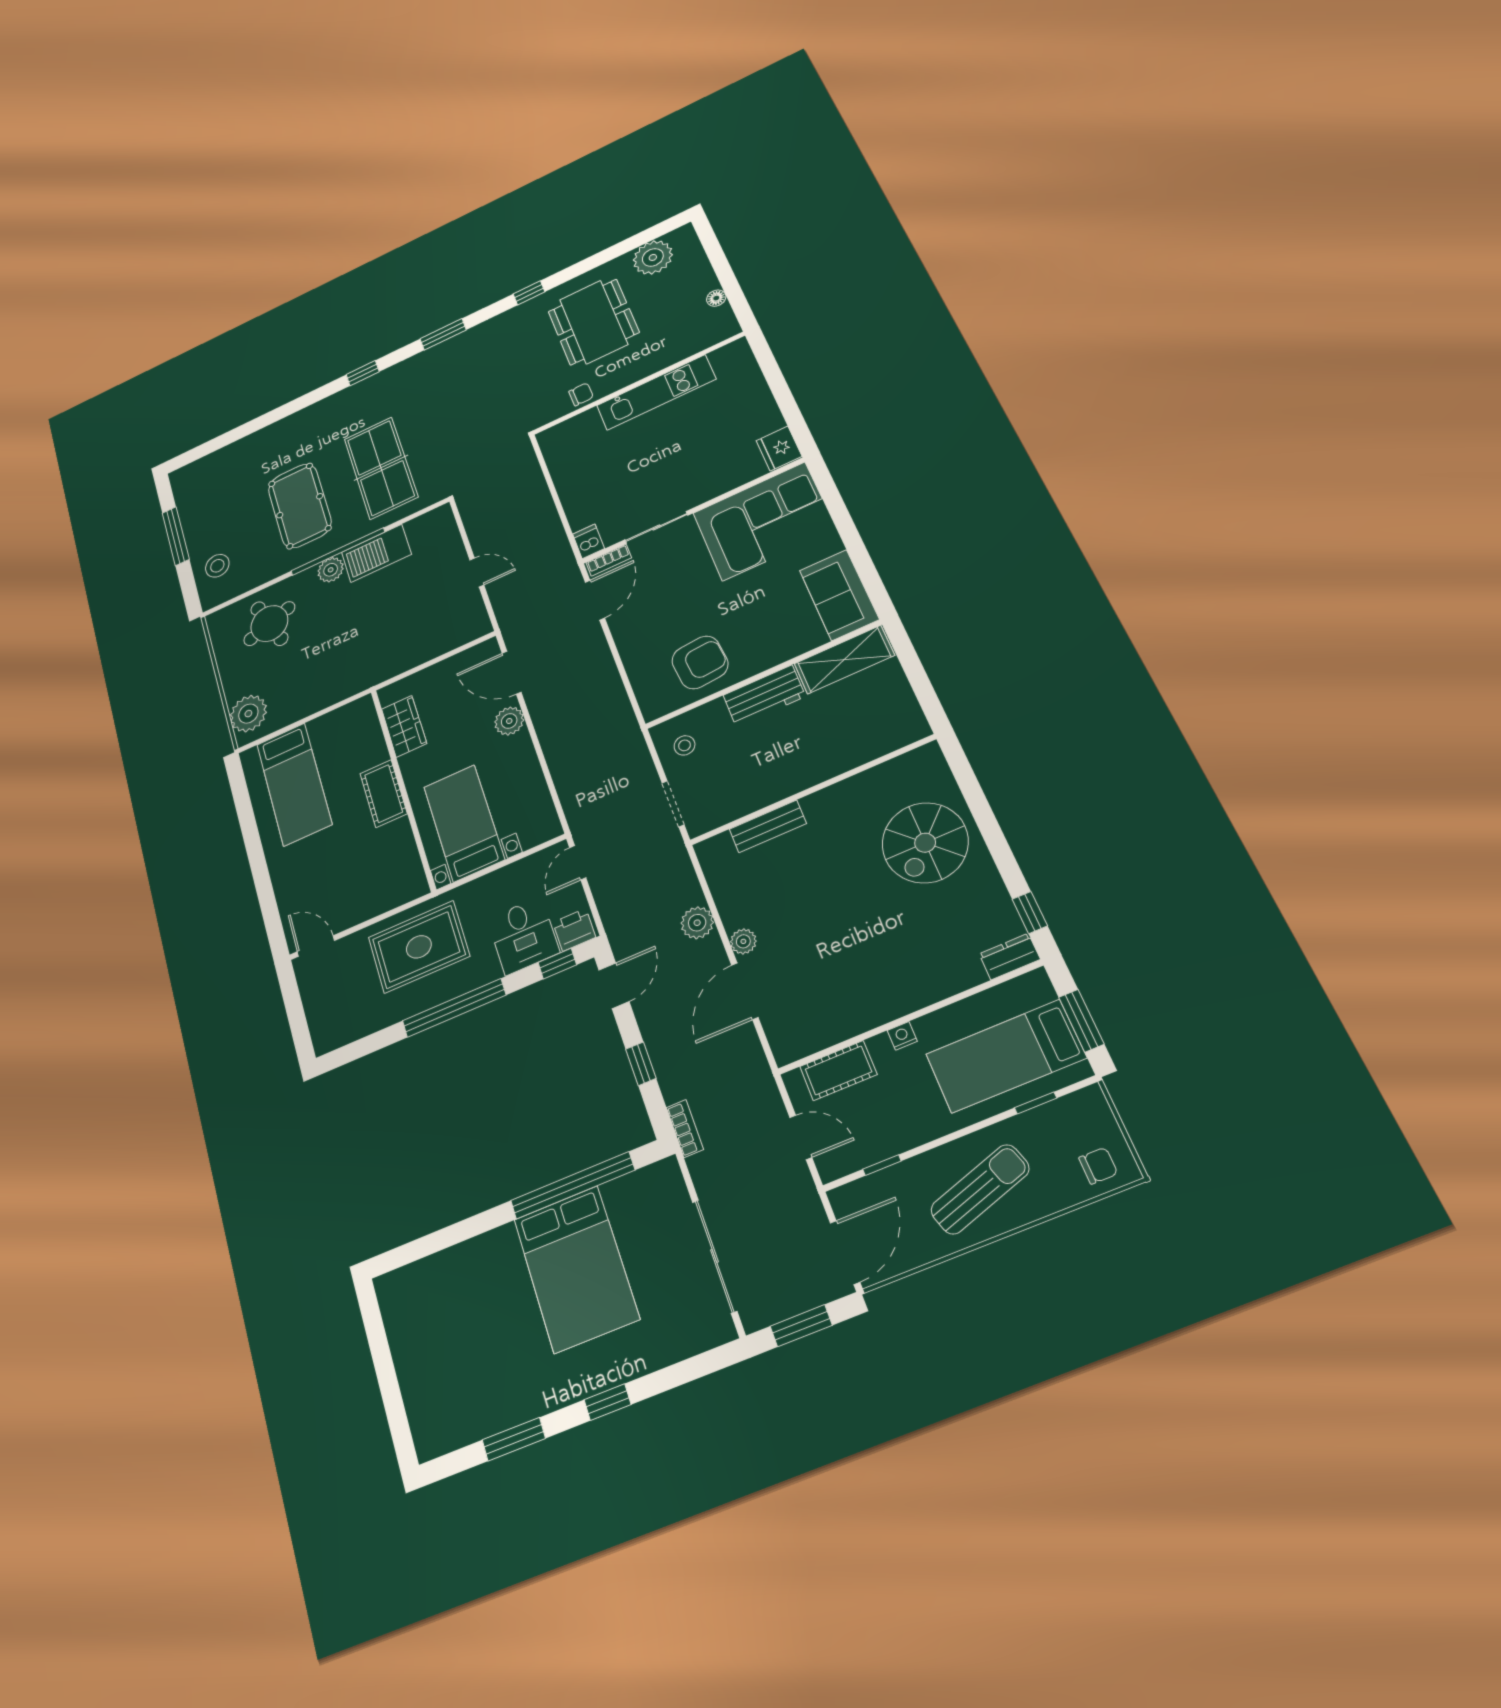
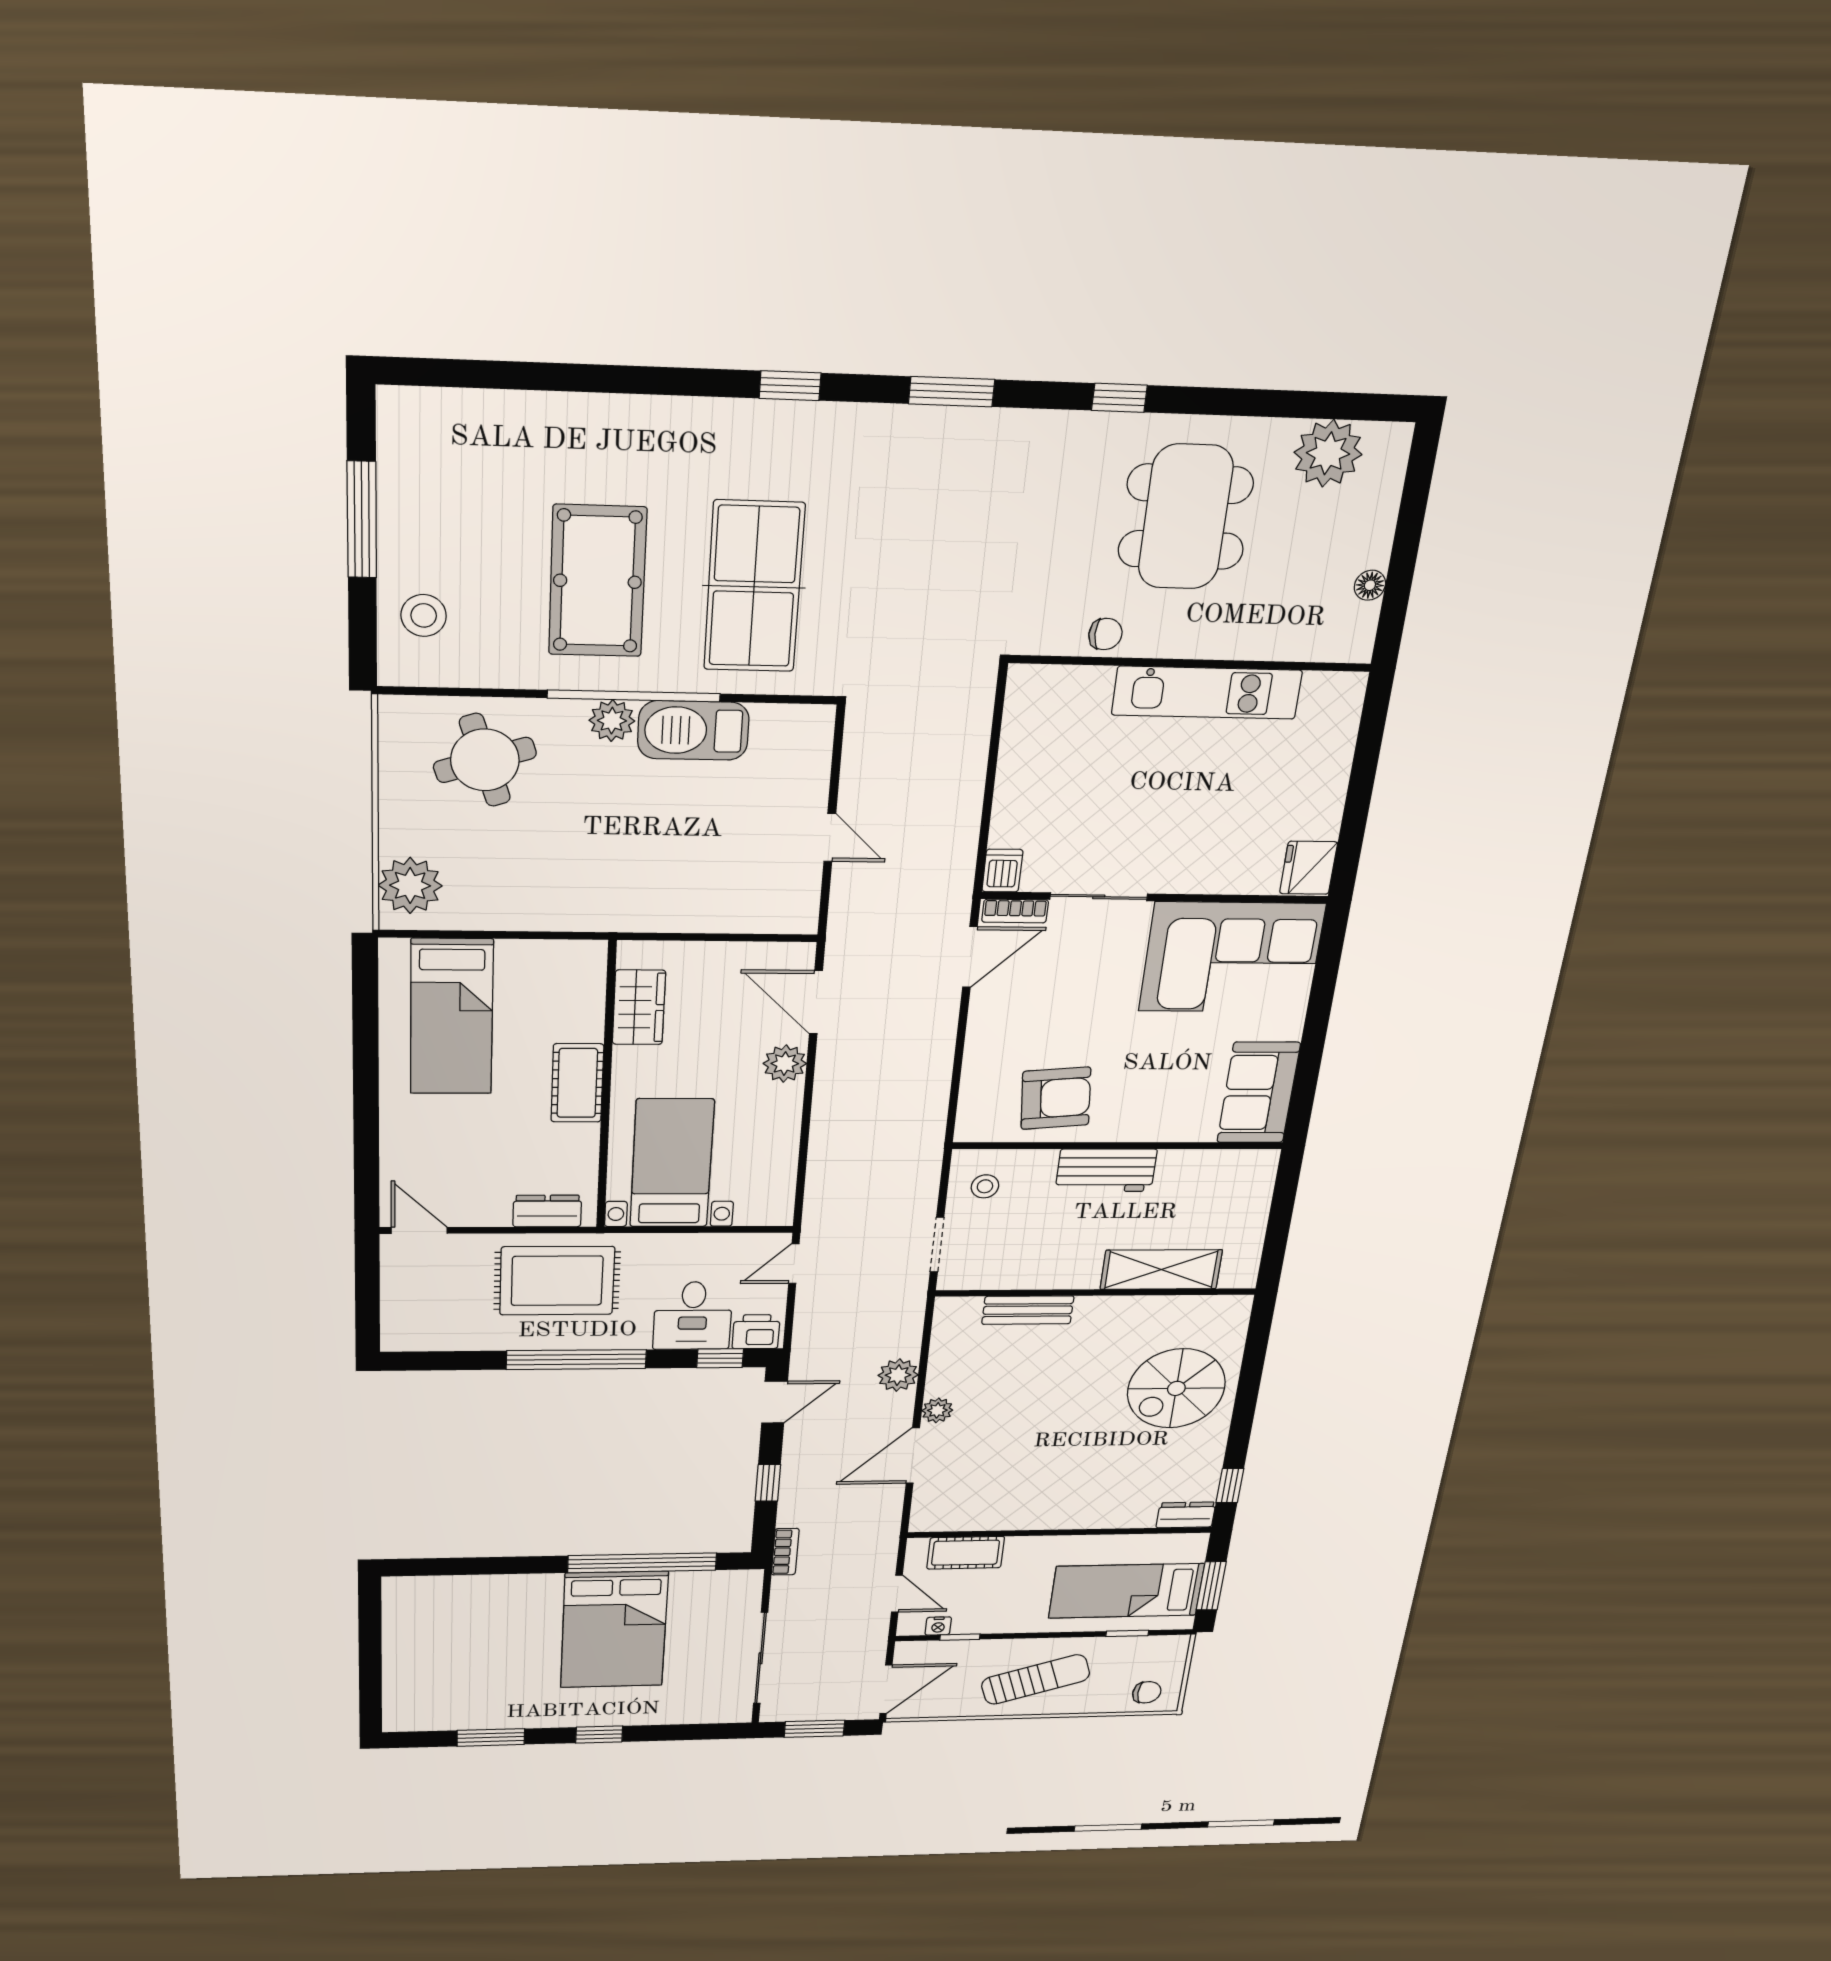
shelving: (844, 660) -> (1161, 1270), moved
dresser: (395, 895) -> (547, 1211), added
nightstand: (902, 1036) -> (938, 1626), moved, turned 180

